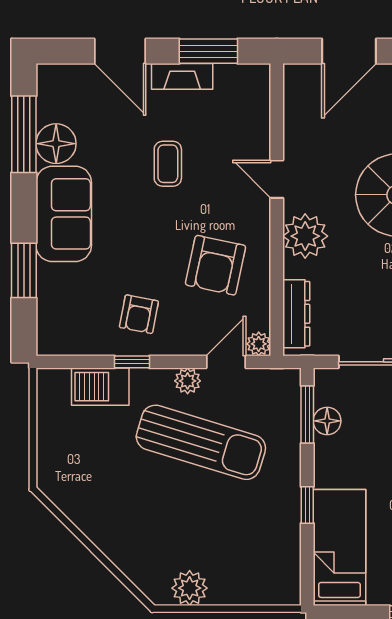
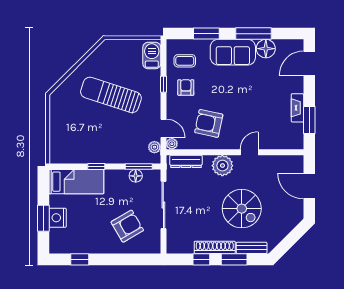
door: (120, 51) -> (309, 63), moved
window: (24, 134) -> (253, 34), moved
coffee table: (168, 164) -> (185, 61), moved
armchair: (139, 314) -> (186, 87), turned 79
plant: (188, 381) -> (154, 147), moved
barbecue: (100, 387) -> (152, 55), moved
sun lounger: (201, 442) -> (111, 95), moved, turned 91
plant: (190, 588) -> (57, 111), removed

